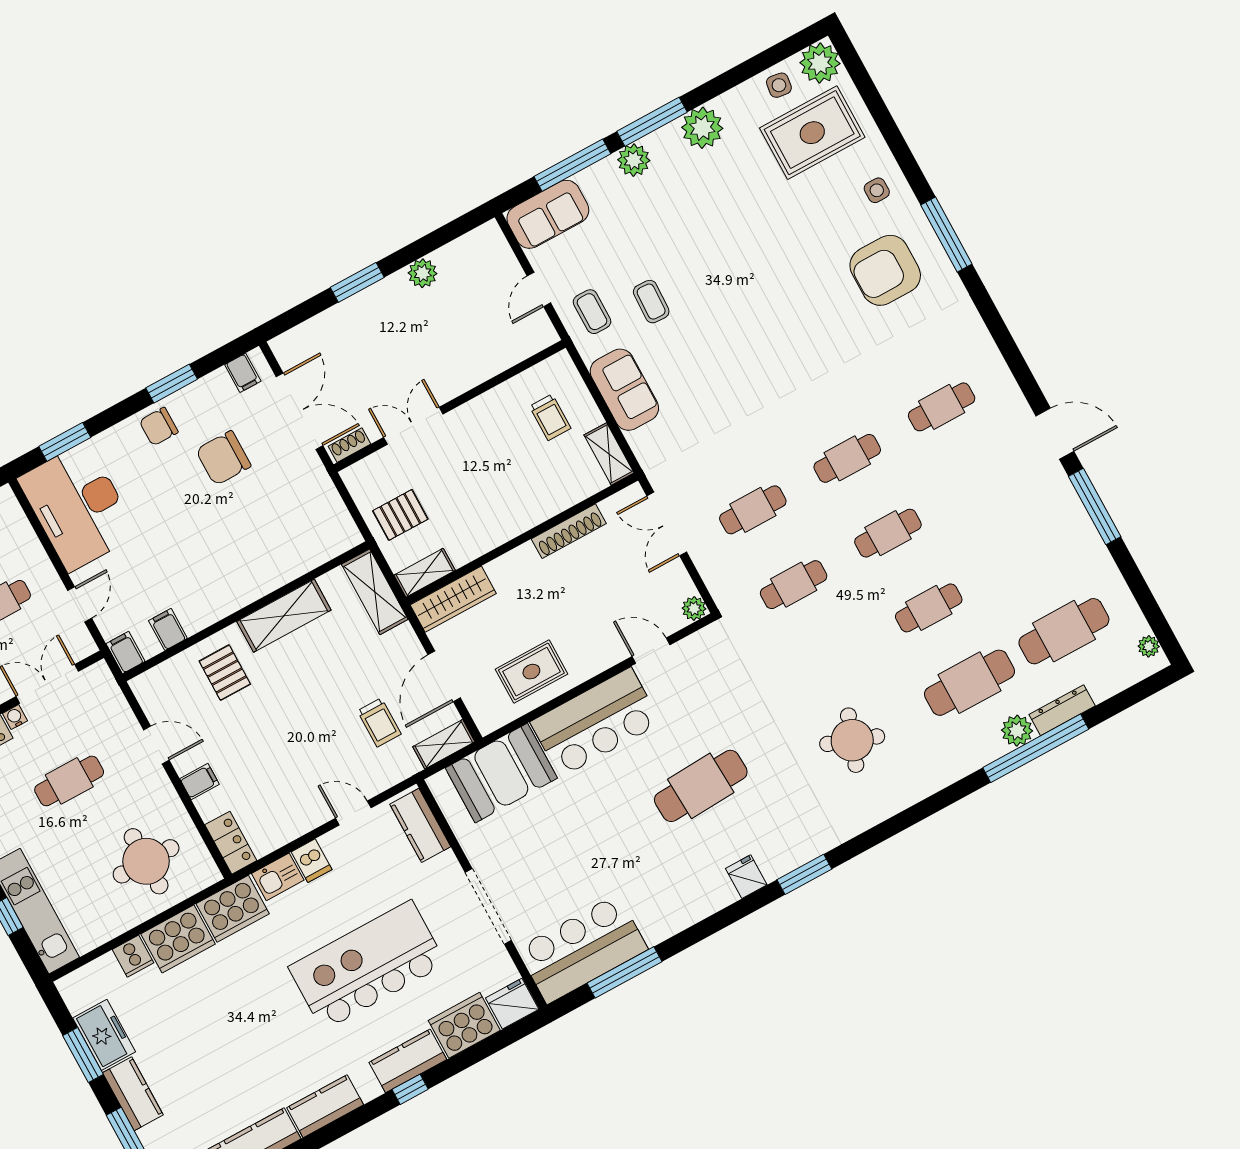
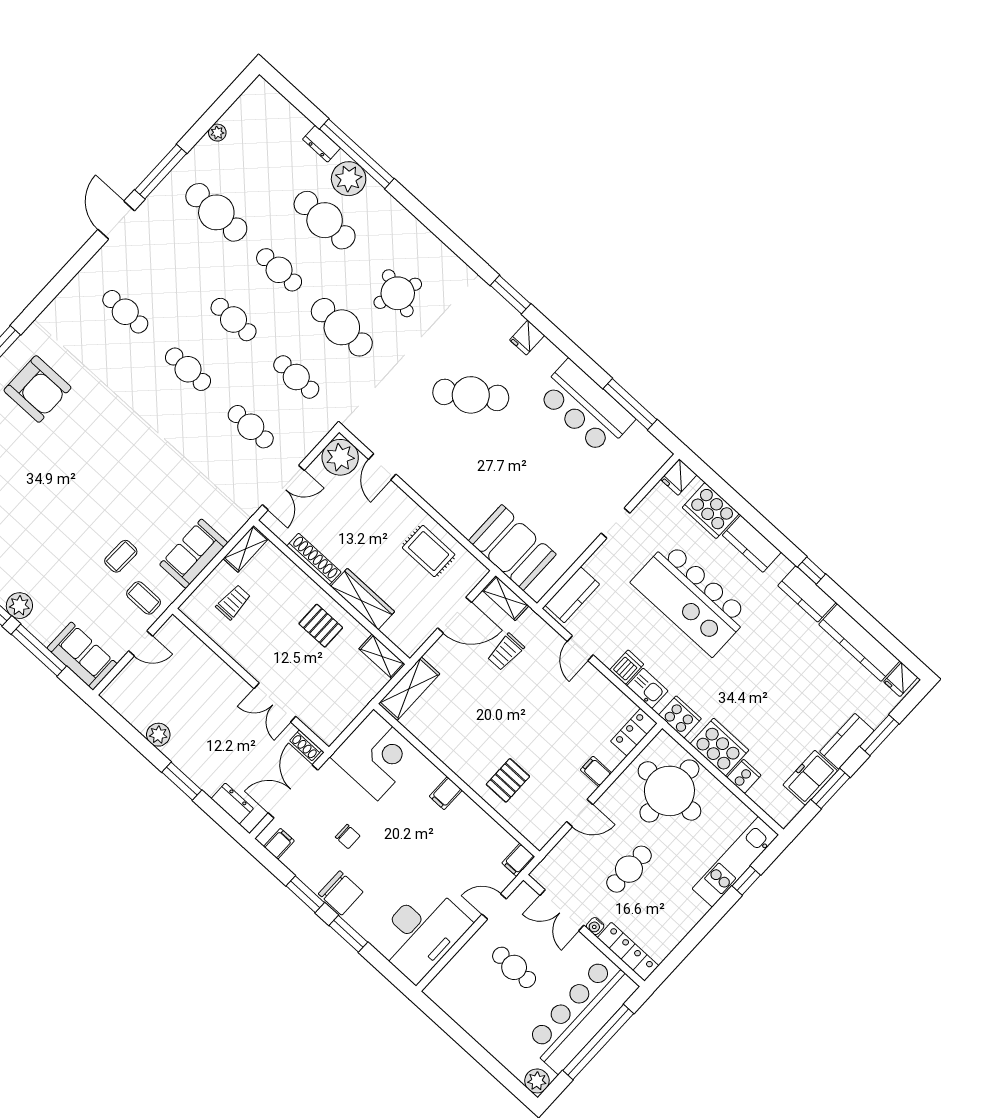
coffee table: (592, 312) -> (144, 598), turned 90
dresser: (310, 333) -> (232, 804), added
chair: (159, 427) -> (341, 893), width x1.37, depth x1.37
window: (65, 442) -> (348, 934), moved
chair: (223, 458) -> (348, 836), width x0.54, depth x0.54
pallet: (400, 515) -> (321, 626), moved
corner desk: (309, 525) -> (376, 755), added
wardrobe: (453, 599) -> (363, 599), moved
plant: (694, 608) -> (340, 457), width x1.87, depth x1.87
shelving: (284, 616) -> (450, 751), removed
filing cabinet: (168, 629) -> (446, 793), moved
cafe table: (1064, 631) -> (216, 212), moved
plant: (1149, 646) -> (217, 133), moved
cafe table: (834, 659) -> (342, 327), added
dresser: (1062, 710) -> (321, 144), width x0.70
trolley: (379, 722) -> (506, 652), turned 180
bar counter: (596, 722) -> (450, 490), removed
plant: (1017, 731) -> (349, 179), width x1.36, depth x1.36
door: (156, 745) -> (580, 813), swing flipped
cafe table: (69, 781) -> (629, 869), turned 90
cafe table: (701, 786) -> (471, 395), turned -33
round table: (146, 861) -> (669, 791), width x1.36, depth x1.36
doorway: (488, 906) -> (615, 523), width x0.53
cooker: (233, 909) -> (680, 717), width x0.73, depth x0.76
bar counter: (582, 949) -> (585, 407), moved
fridge: (512, 1004) -> (679, 477), width x0.72
window: (410, 1089) -> (812, 571), moved

